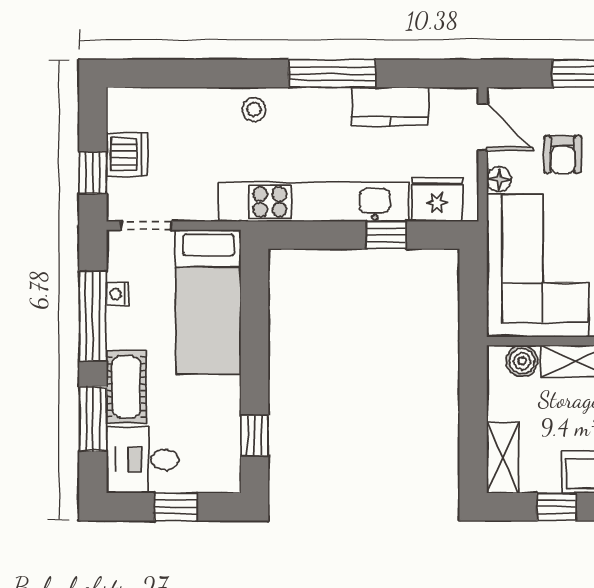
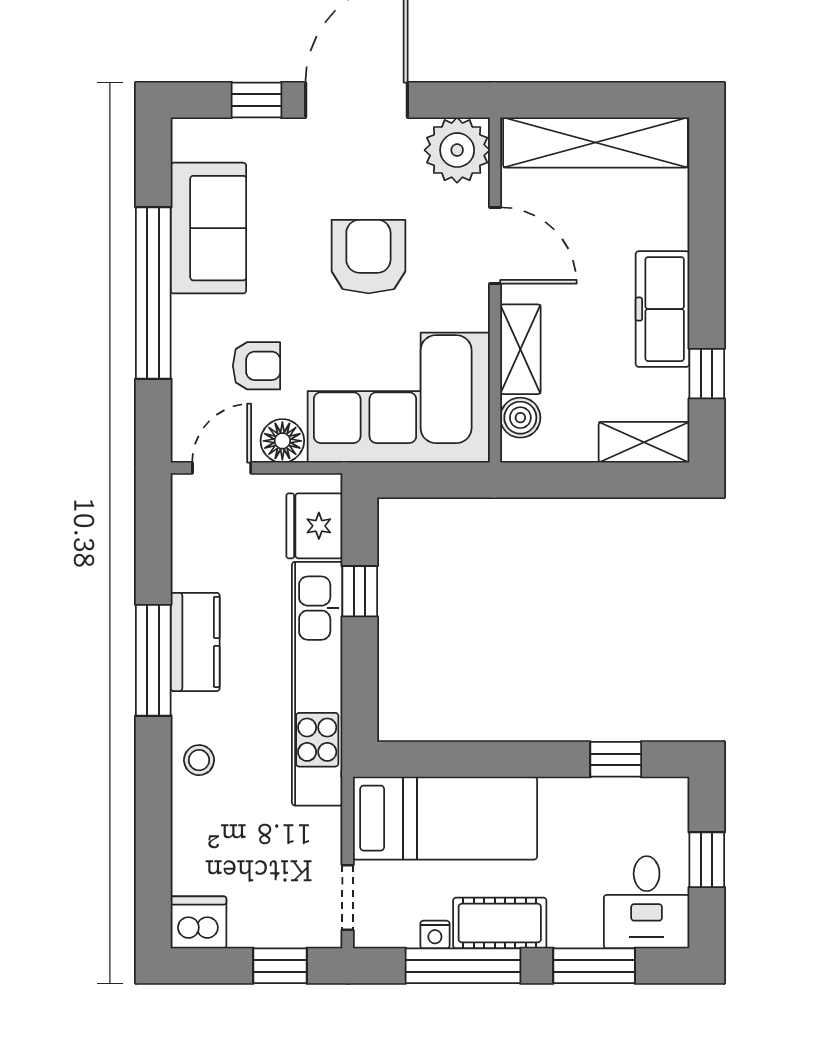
kitchen counter: (390, 106) -> (195, 642), moved
dishwasher: (127, 155) -> (198, 922), moved
floor lamp: (499, 179) -> (282, 441), width x1.37, depth x1.37
cot: (126, 387) -> (500, 923), moved

